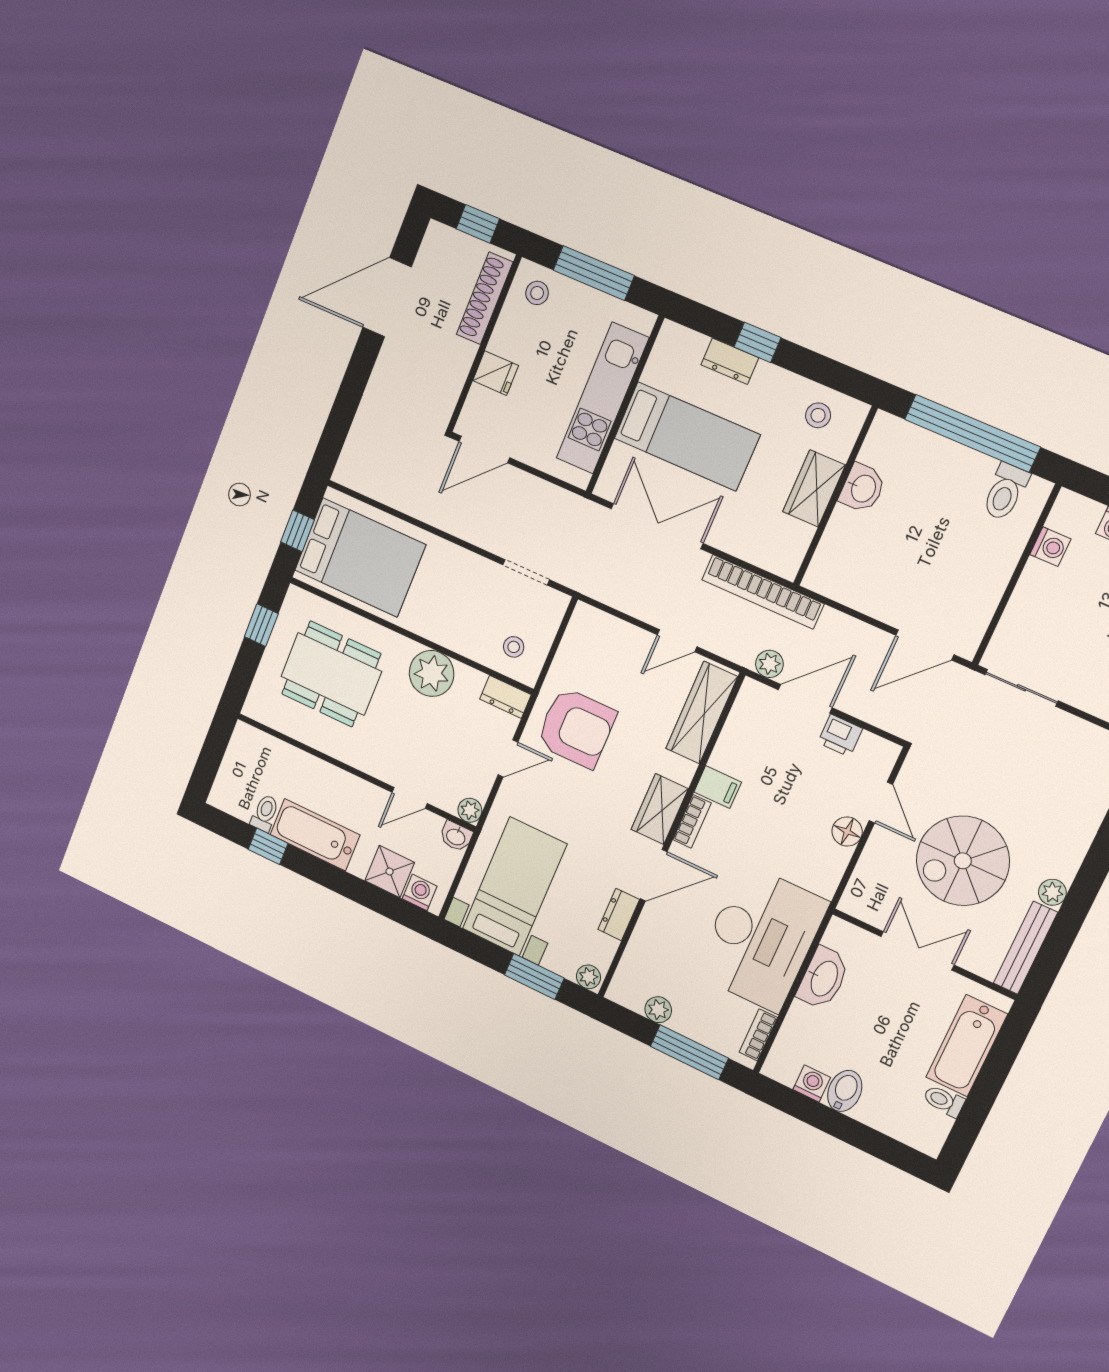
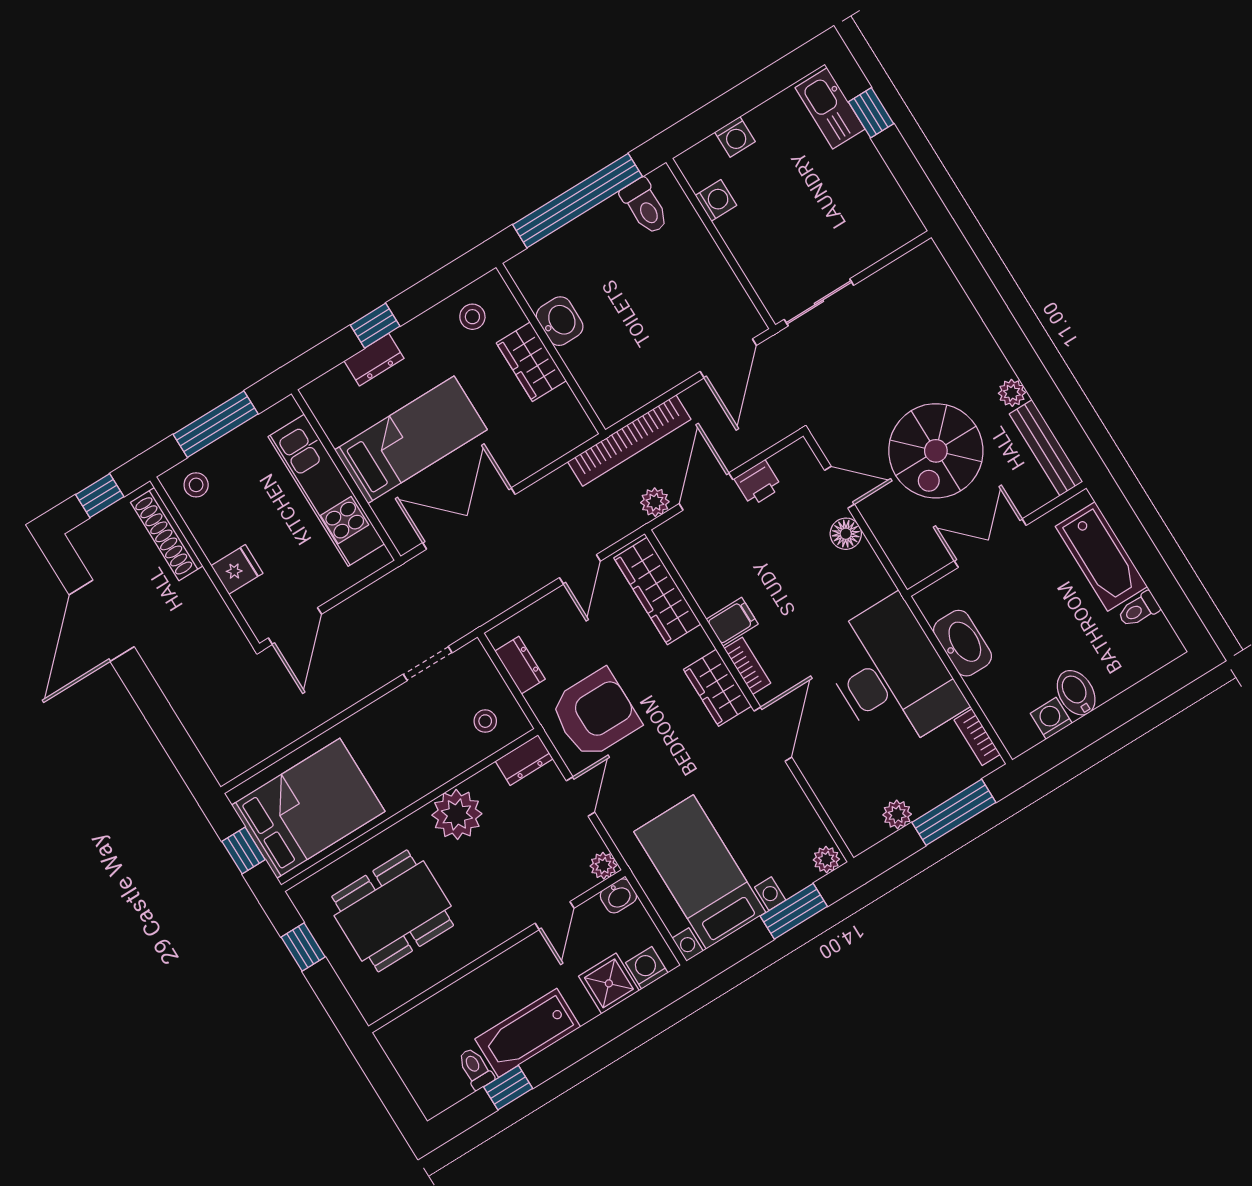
bookcase: (763, 592) -> (629, 440), moved
dresser: (619, 914) -> (520, 665), moved, turned 180

